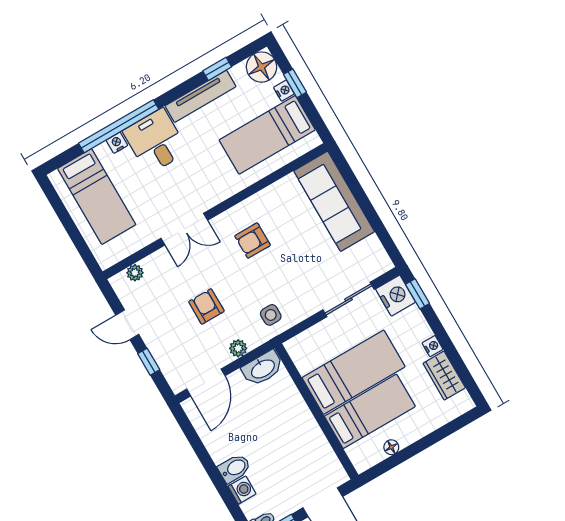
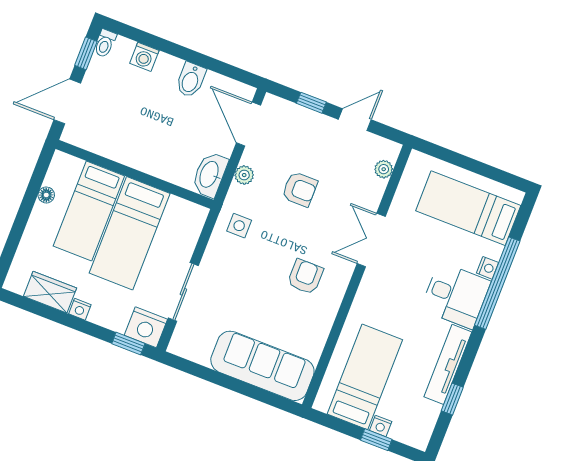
floor lamp: (262, 67) -> (416, 431), removed
bidet: (234, 468) -> (191, 80), moved

